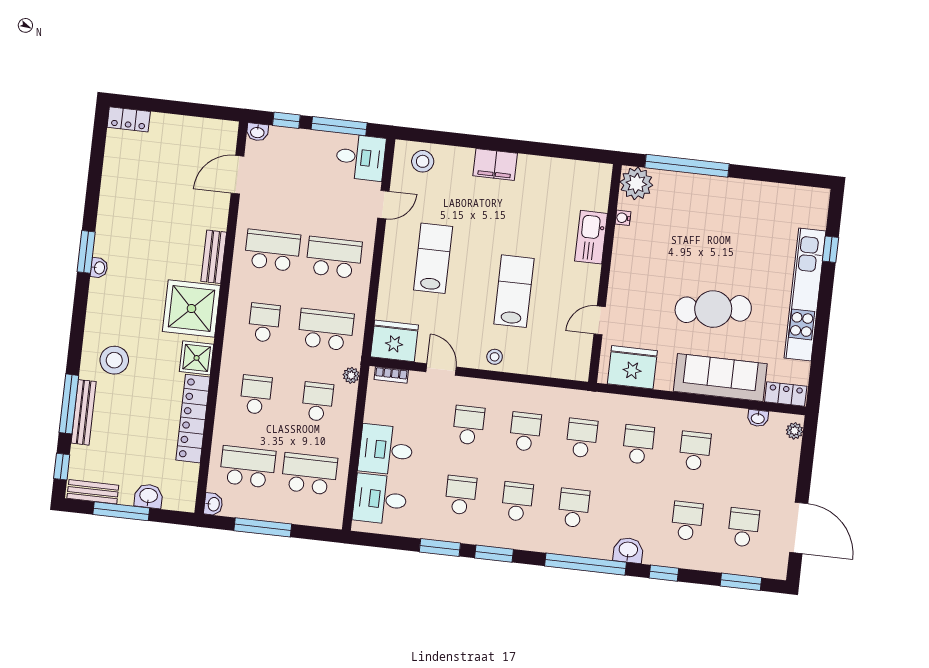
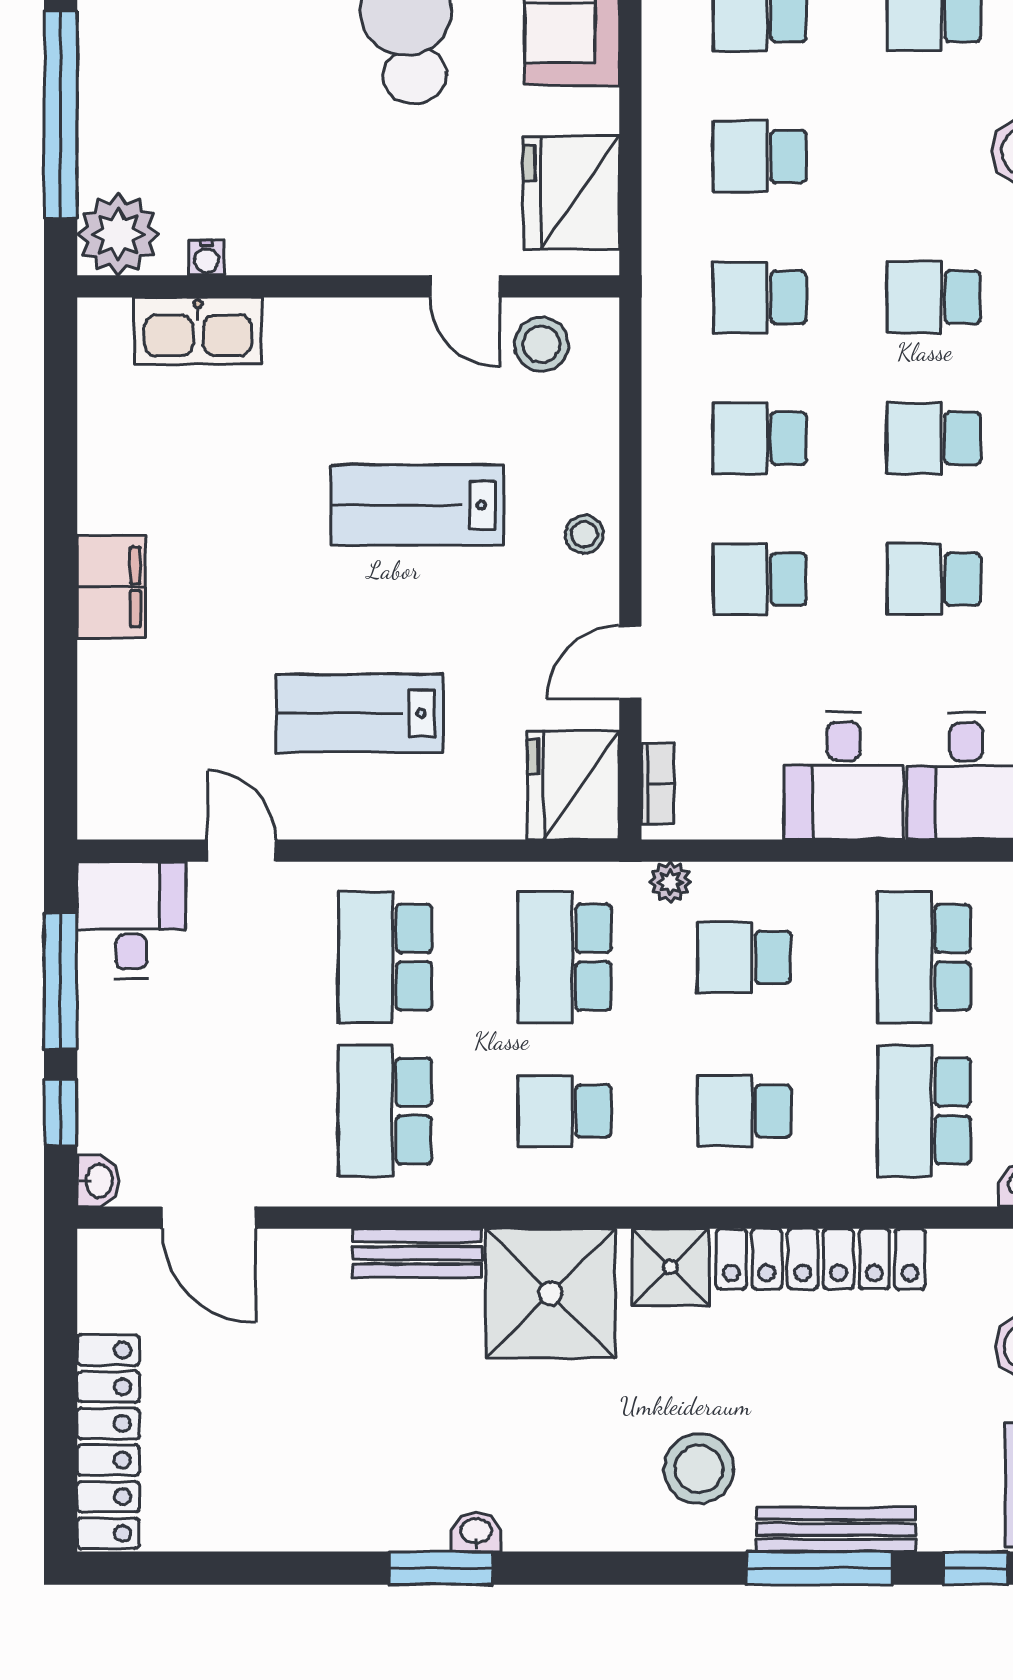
locker: (129, 119) -> (108, 1442), width x2.16, depth x1.21
stool: (423, 161) -> (541, 344), moved
kitchen sink: (591, 237) -> (198, 331), moved

